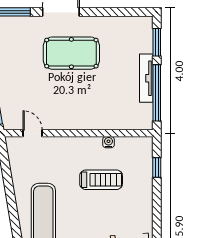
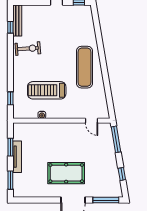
window: (157, 93) -> (10, 147), width x0.47
treadmill: (101, 180) -> (47, 90), width x1.37, depth x1.38

